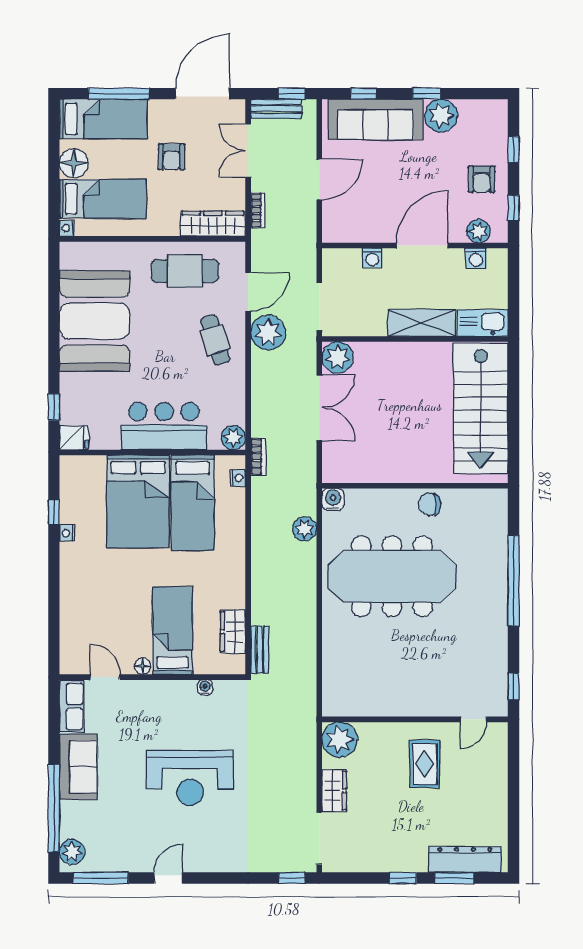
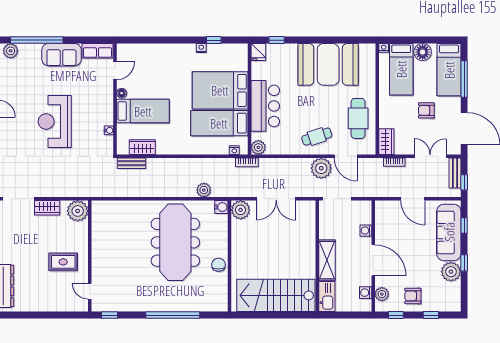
wardrobe: (213, 224) -> (386, 142), width x0.67
plant: (338, 357) -> (241, 210), moved

